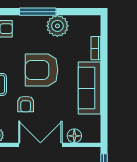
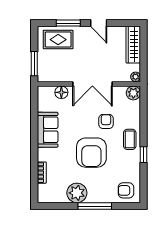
armchair: (42, 70) -> (91, 153), turned 90
sofa: (89, 88) -> (48, 130), width x0.73

